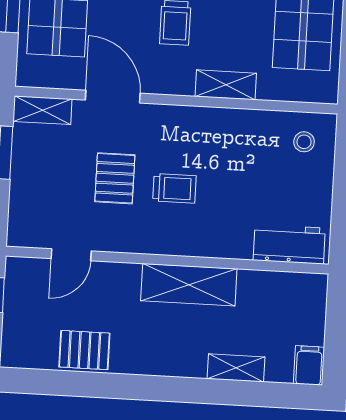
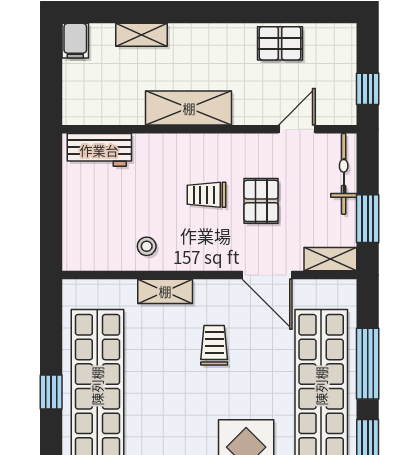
stool: (304, 142) -> (147, 246), moved
bicycle: (23, 203) -> (344, 174), added

